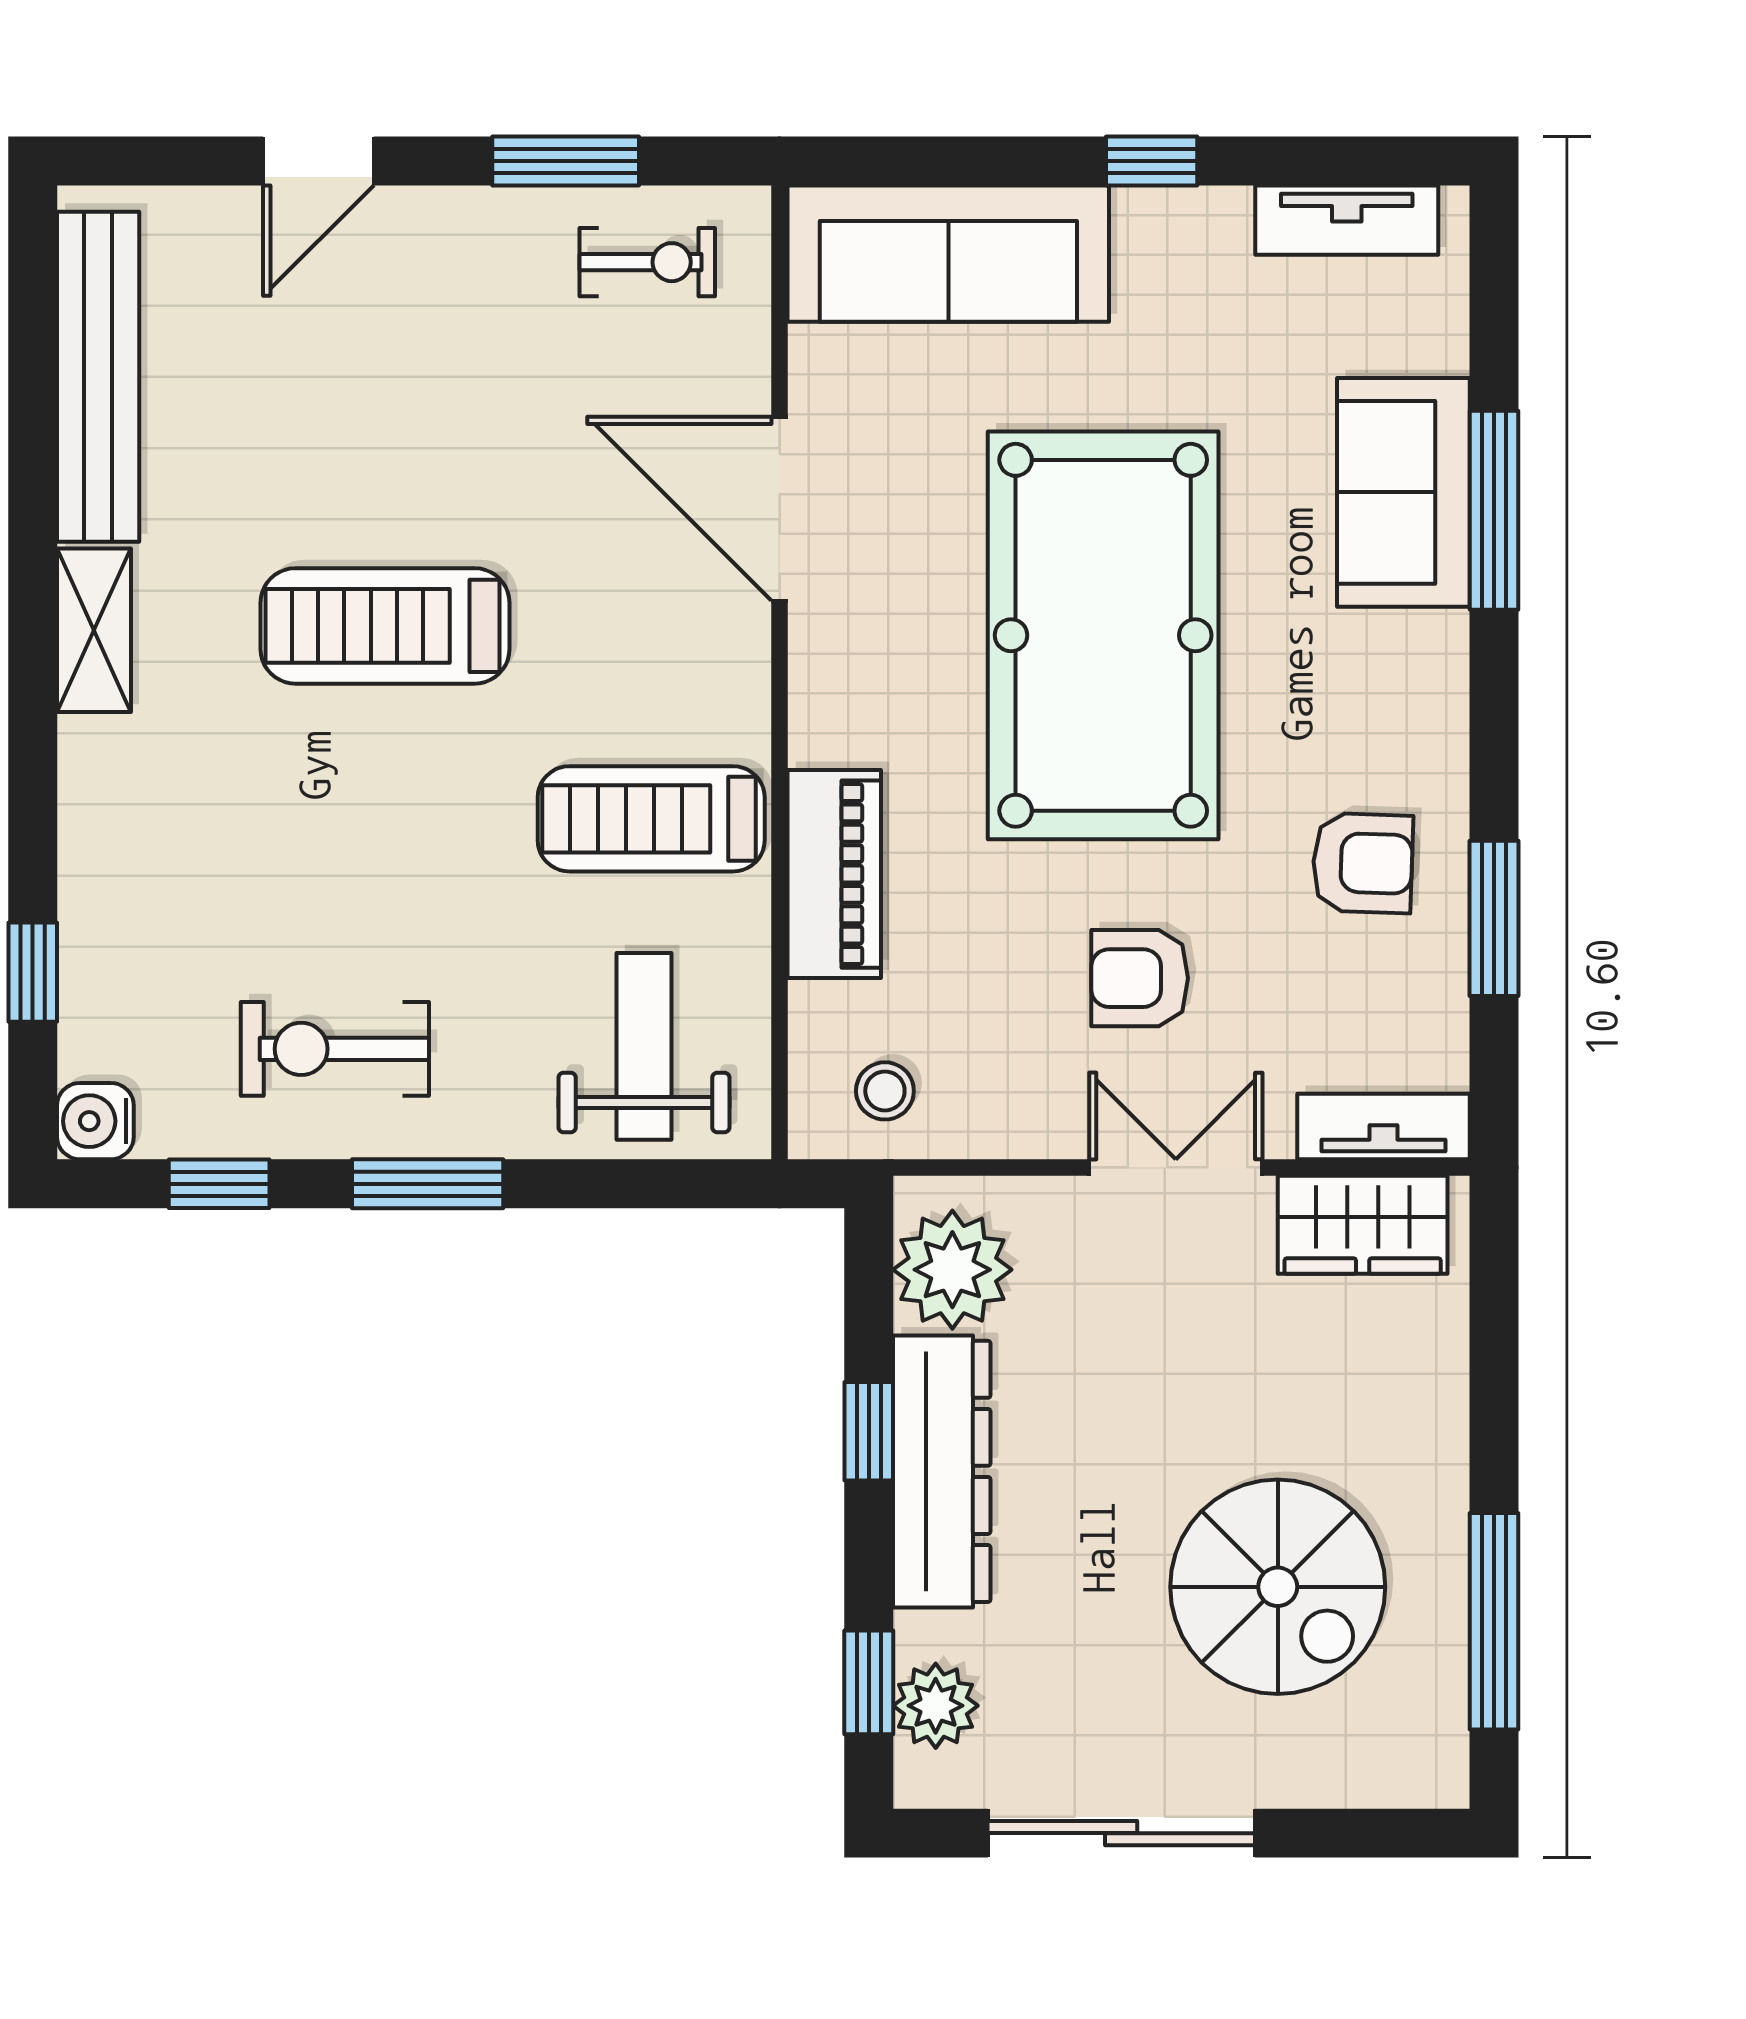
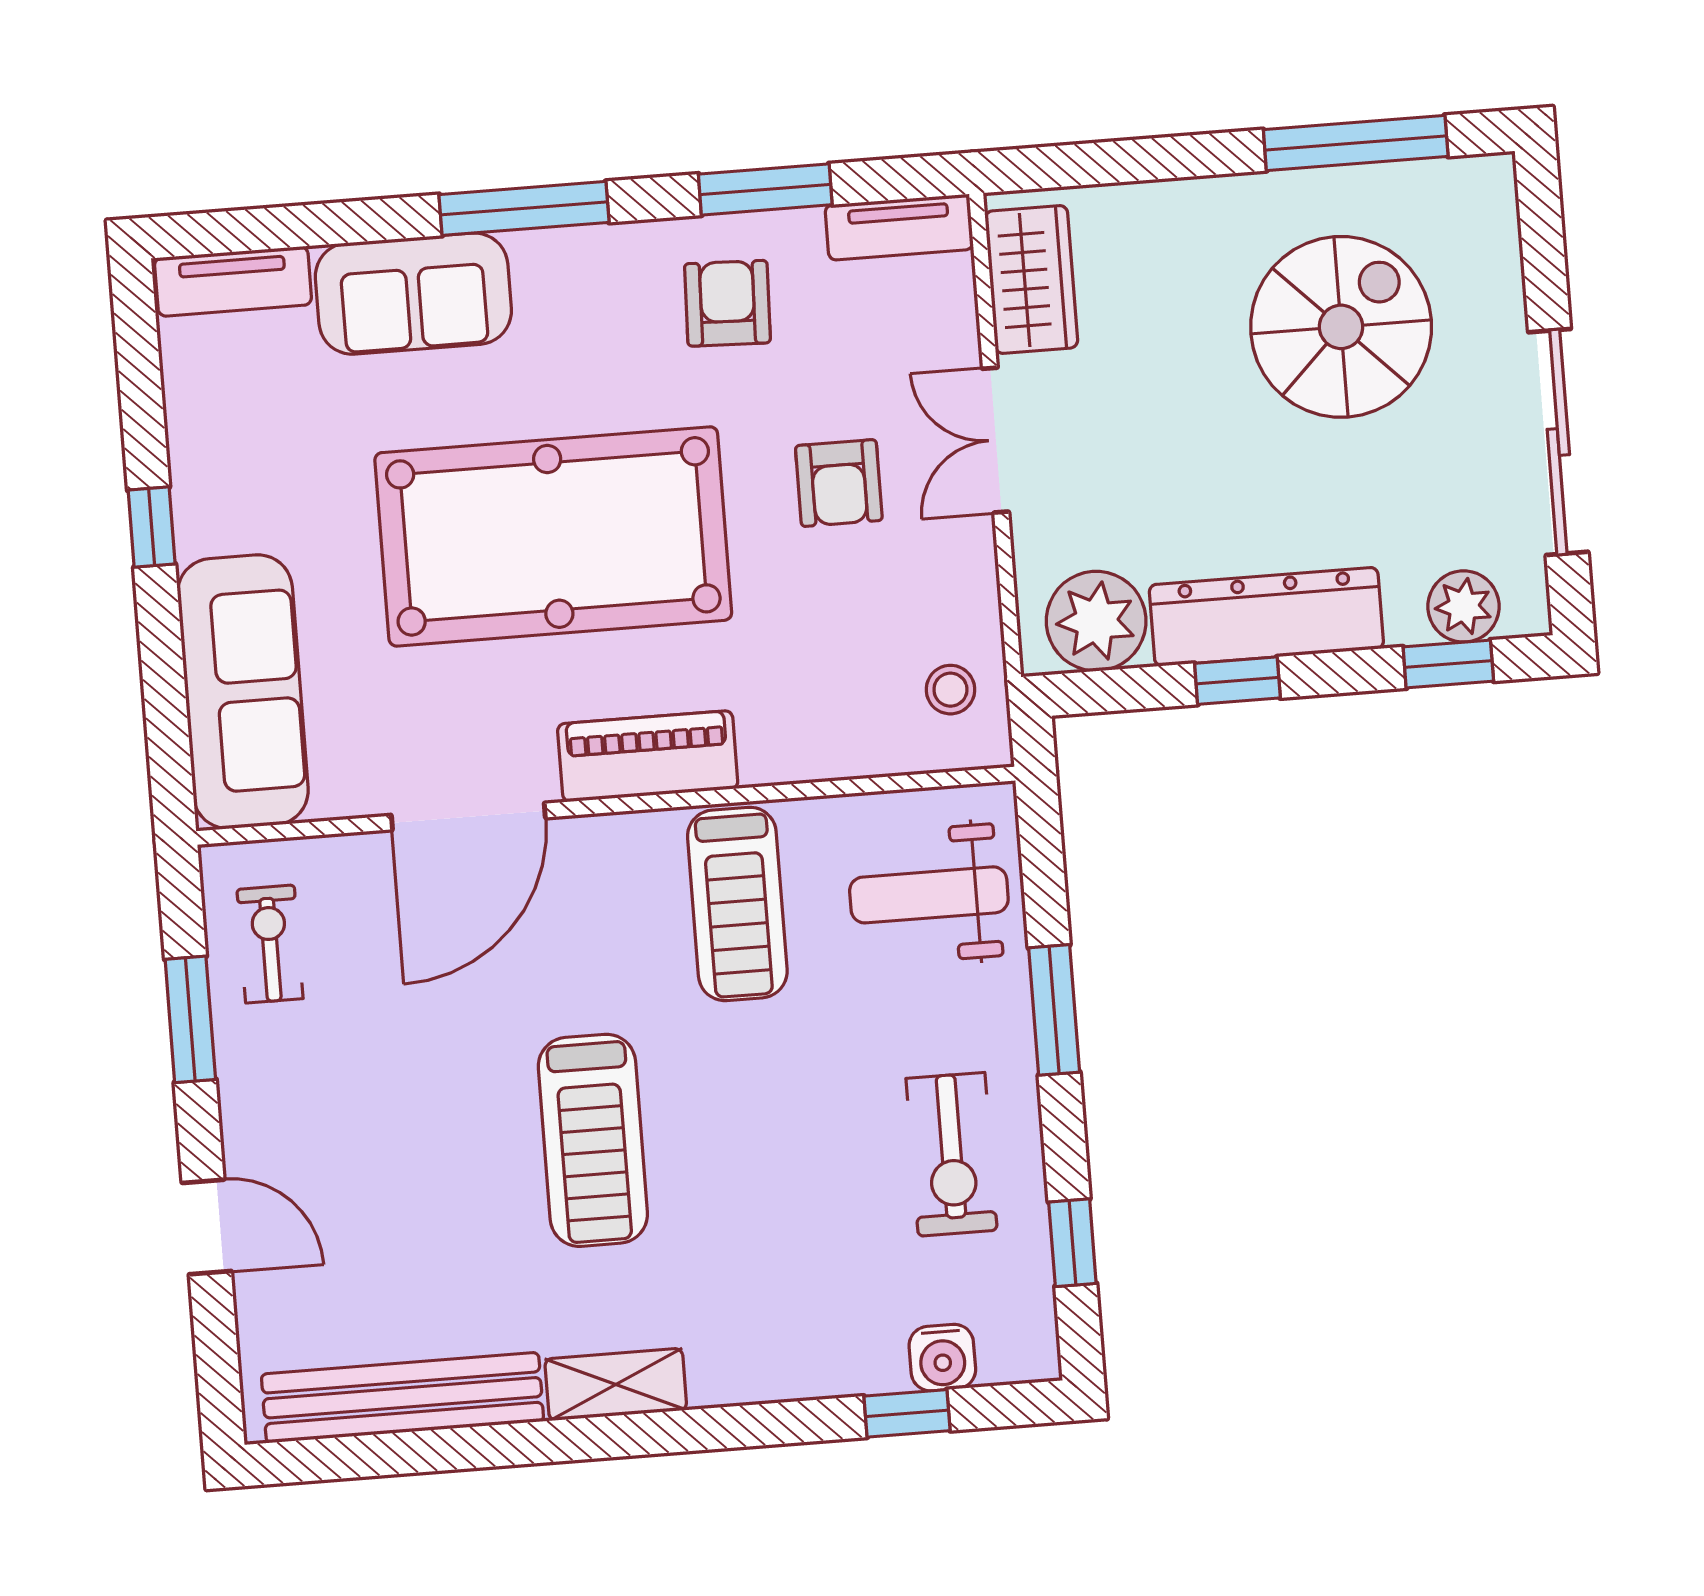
tv unit: (1347, 220) -> (233, 281), moved, turned 90
window: (1494, 510) -> (524, 208), moved
piano: (834, 874) -> (648, 756), moved
water cooler: (95, 1121) -> (942, 1358), moved
tv unit: (1383, 1127) -> (899, 227), moved, turned -90
window: (428, 1184) -> (1054, 1010), moved

